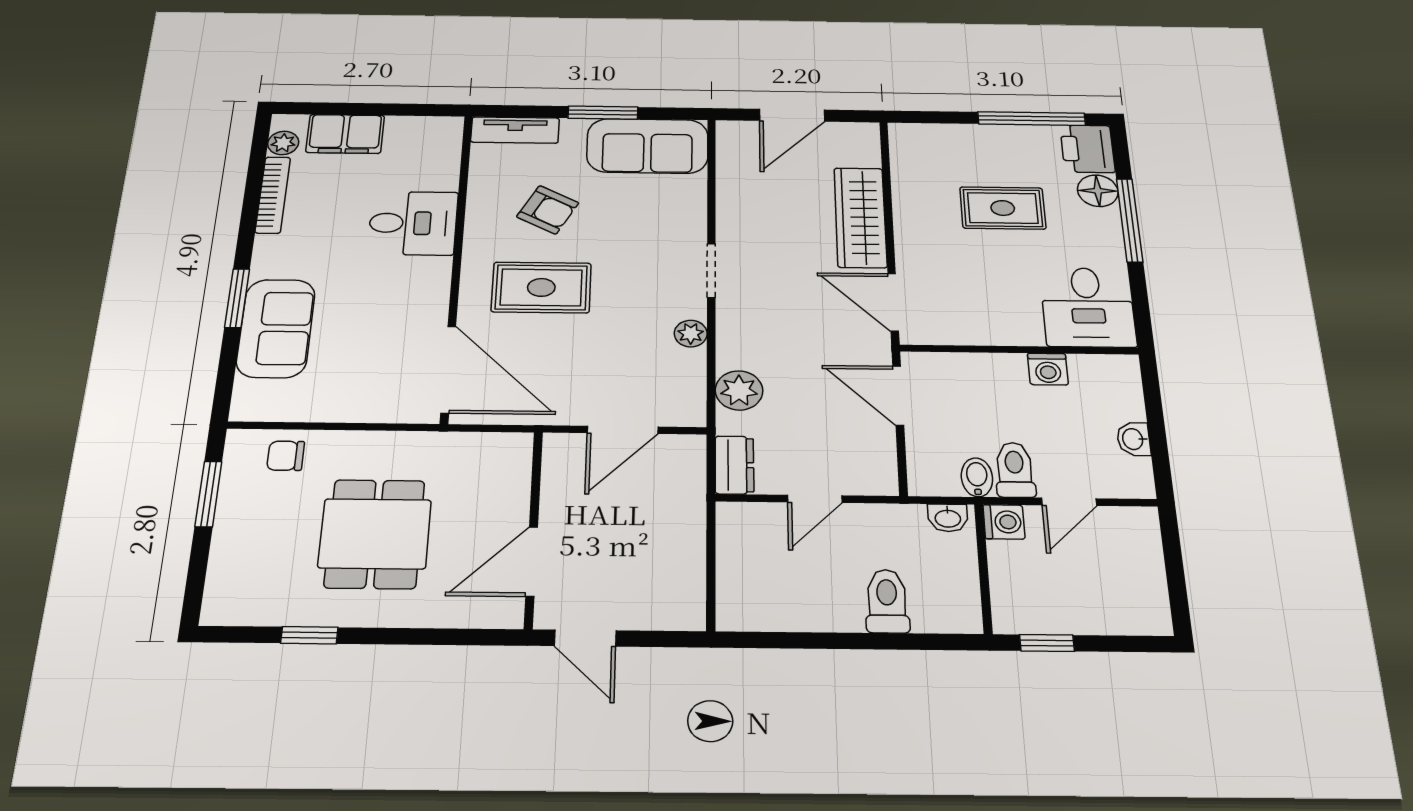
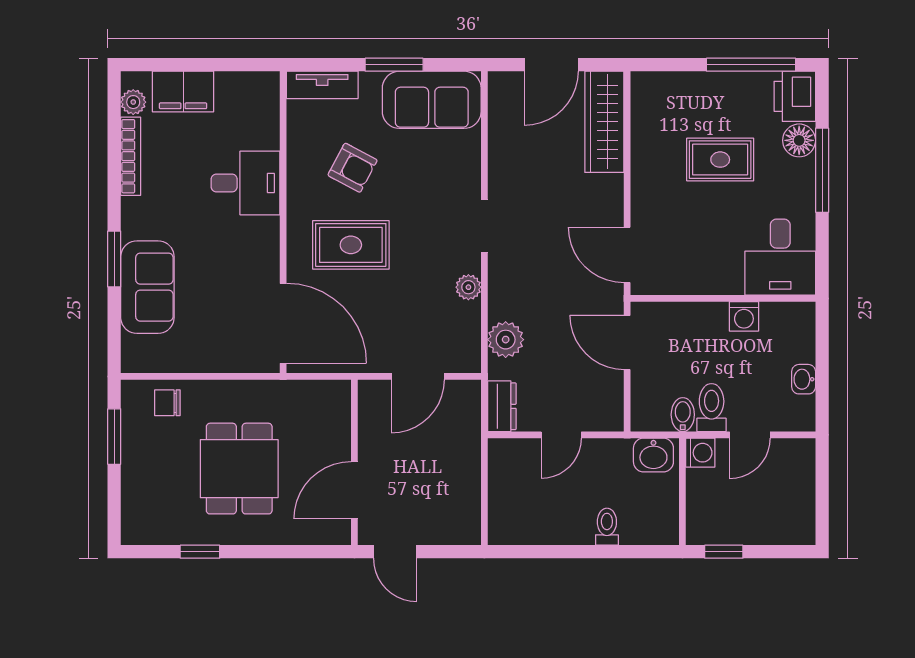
wardrobe: (860, 217) -> (604, 122), moved
washbasin: (948, 518) -> (653, 455), width x1.38, depth x1.45
toilet: (887, 601) -> (607, 527), width x0.73, depth x0.72

